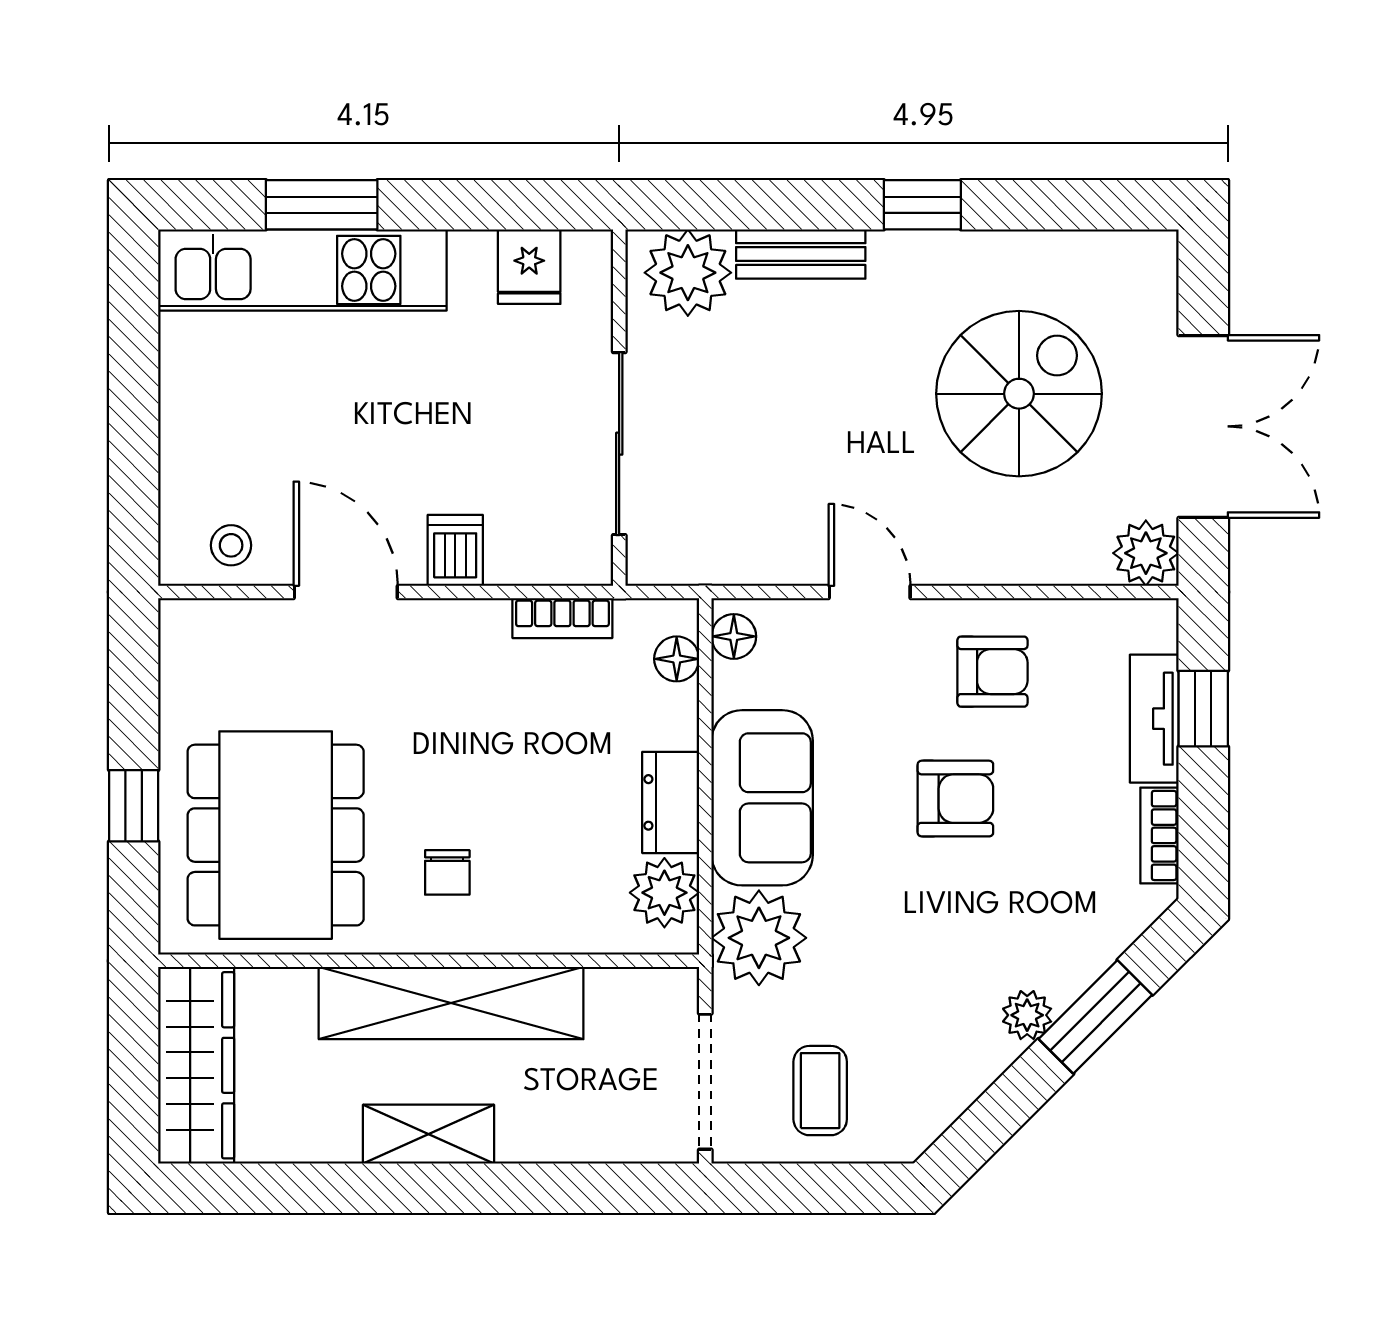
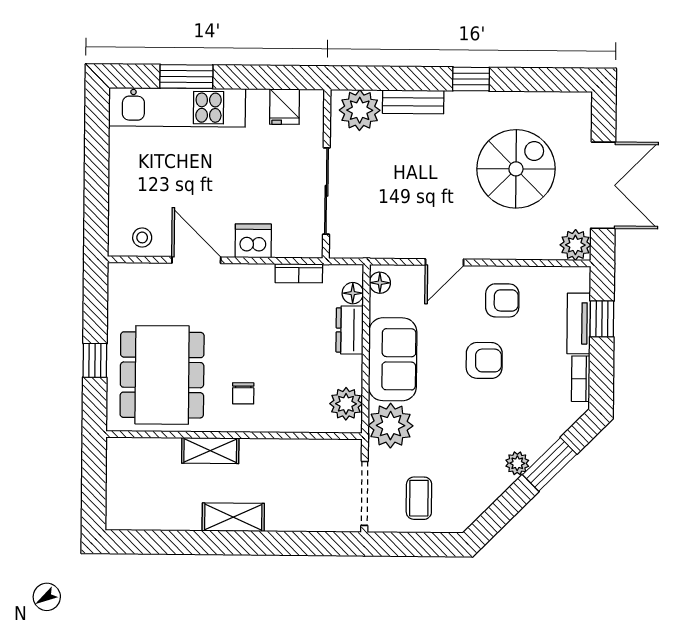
dishwasher: (455, 550) -> (253, 241), width x1.38
door: (870, 592) -> (444, 262), swing flipped
dresser: (671, 802) -> (350, 330), moved
shelving: (451, 1003) -> (210, 451), width x0.45, depth x0.75
wardrobe: (196, 1065) -> (123, 484), removed

